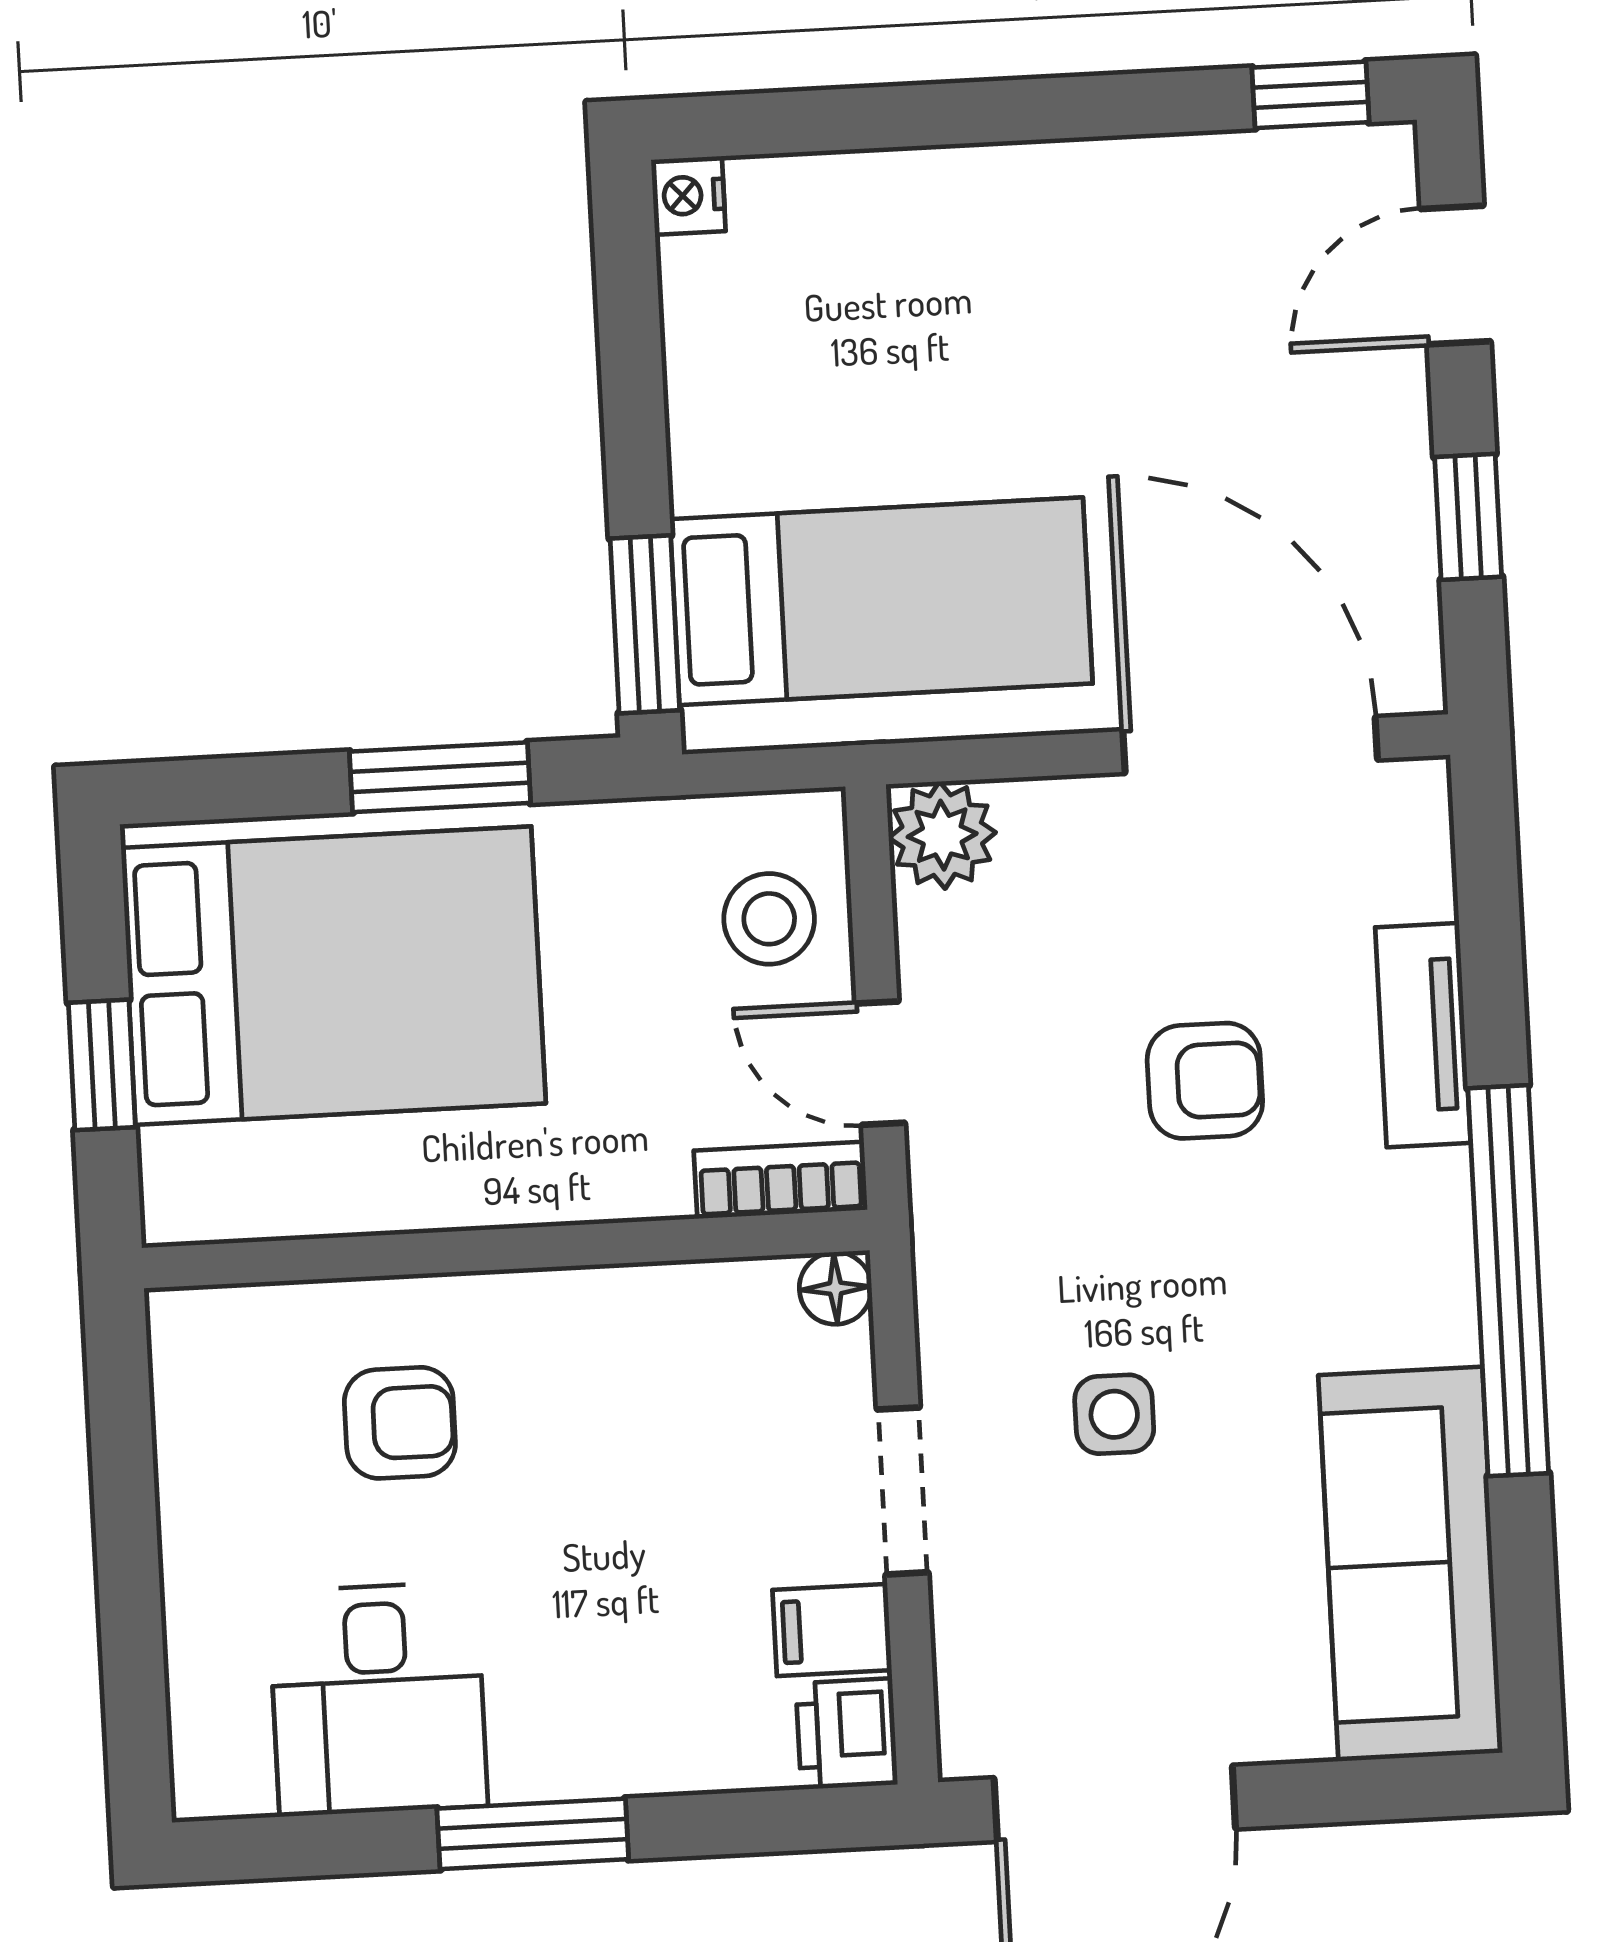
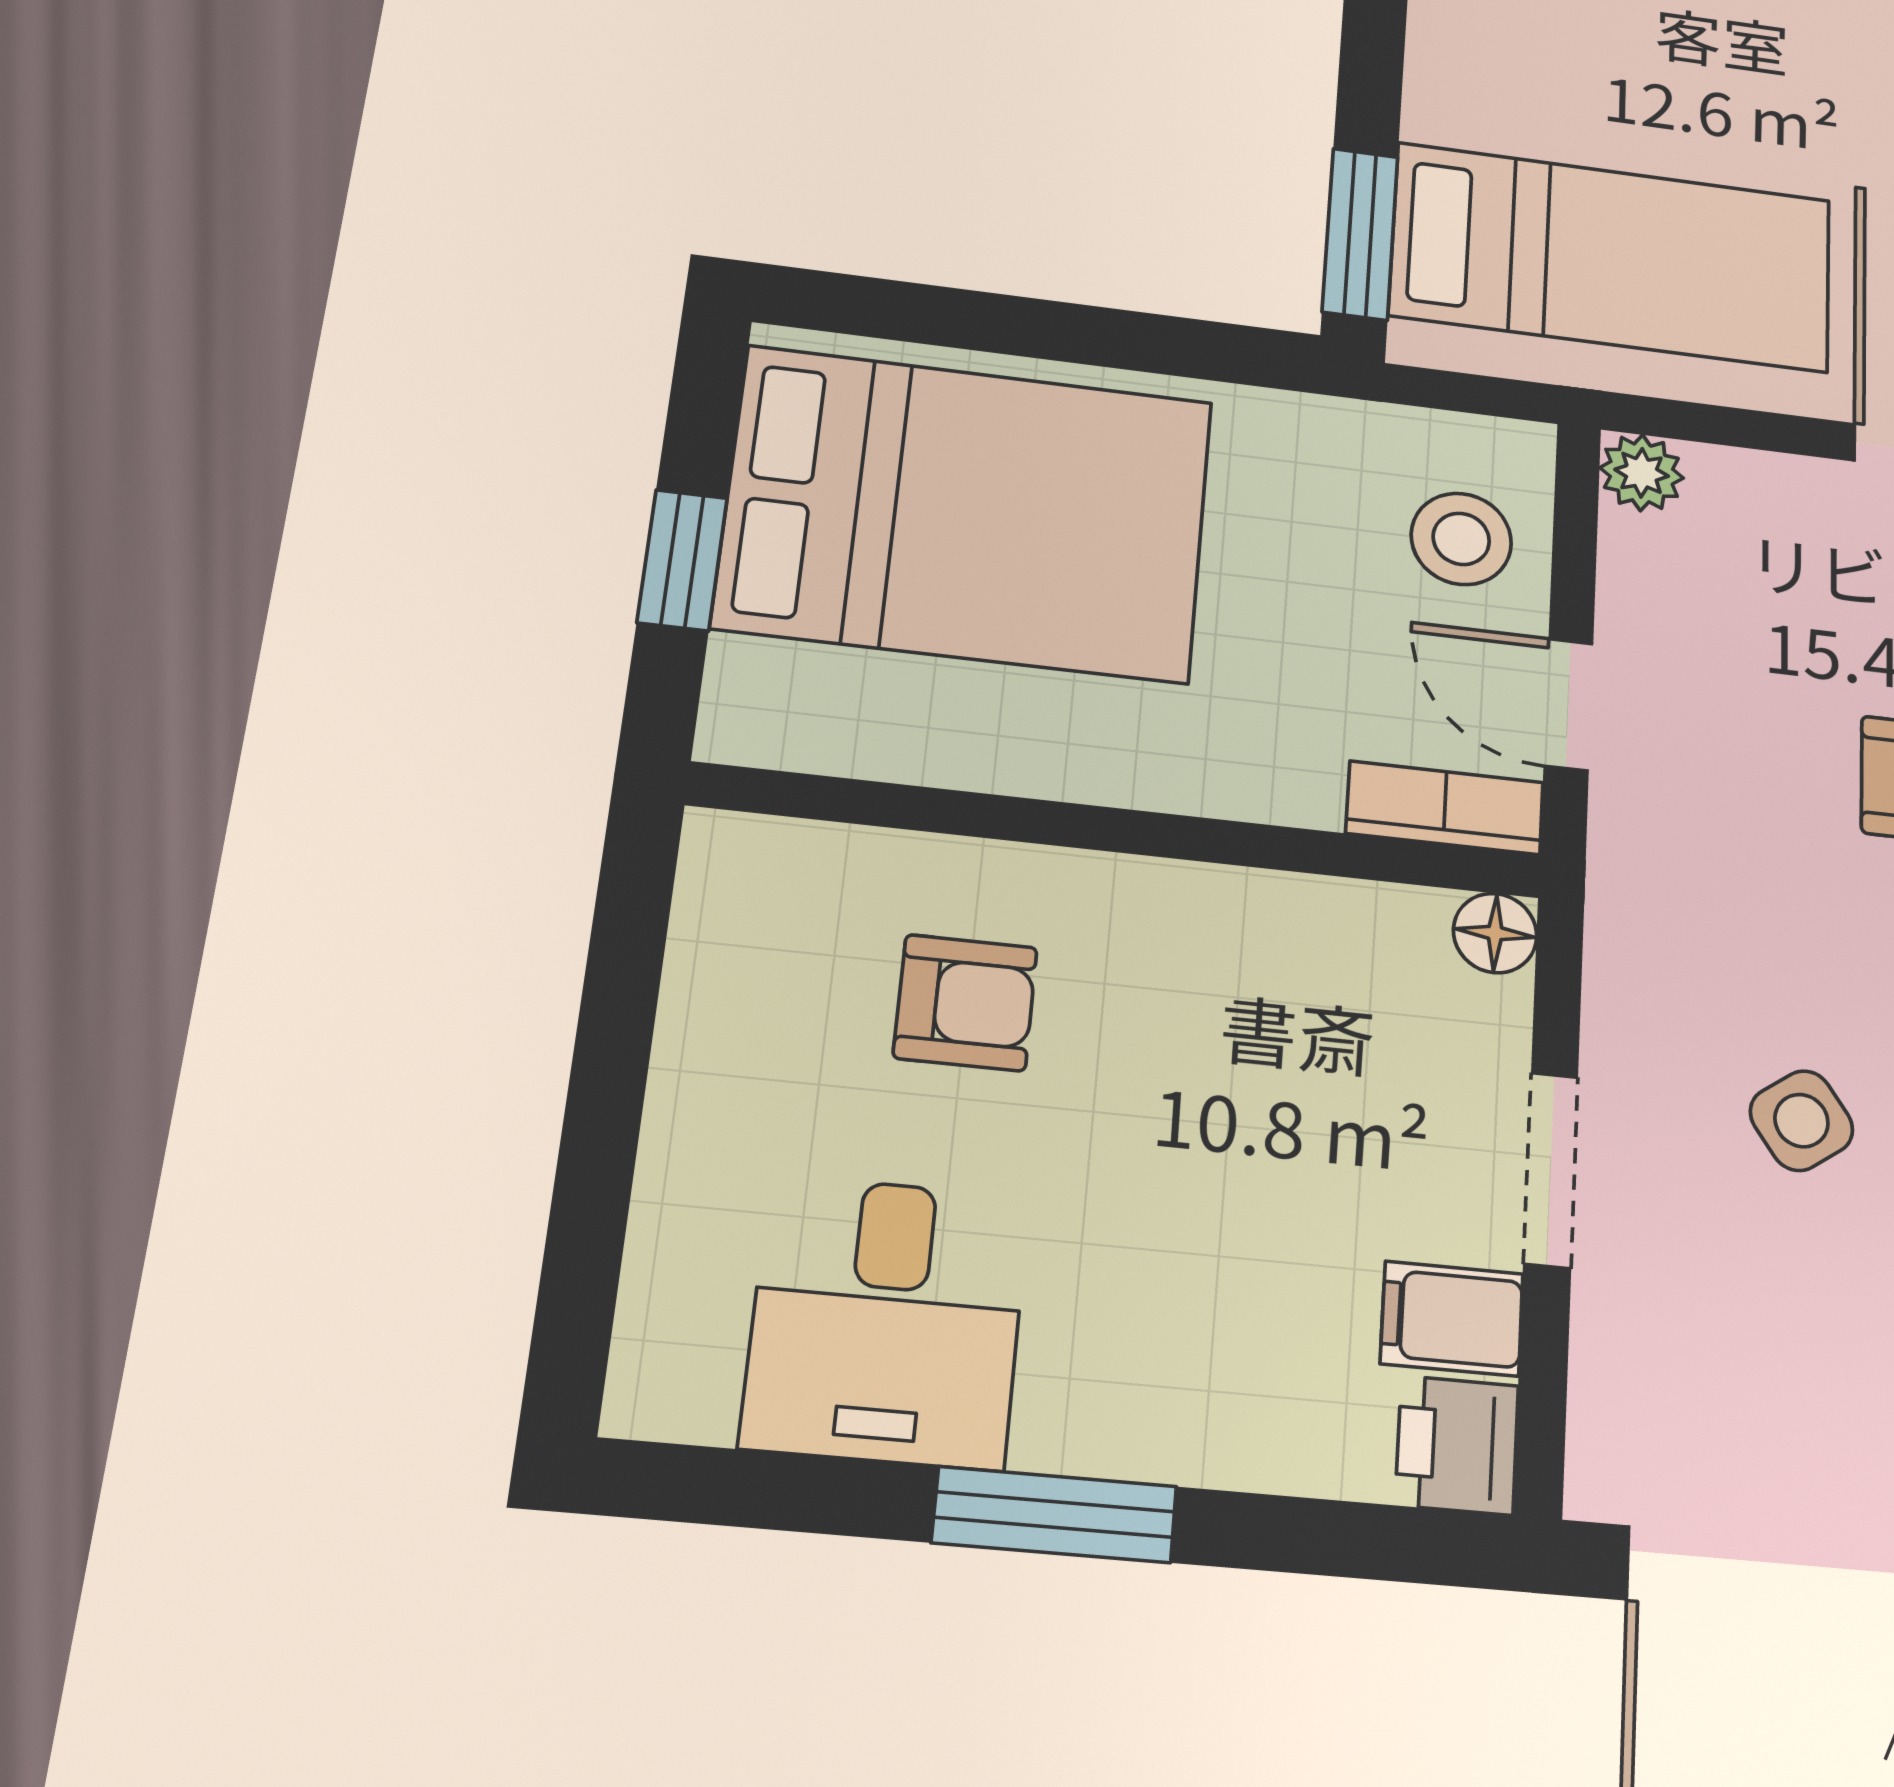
window: (440, 777) -> (1118, 339), removed
plant: (942, 835) -> (1642, 473), width x0.73, depth x0.73
side table: (1114, 1414) -> (1801, 1121), turned -35

